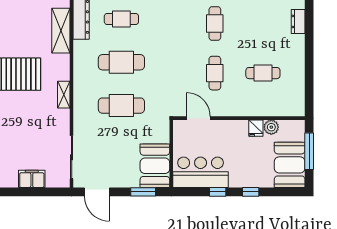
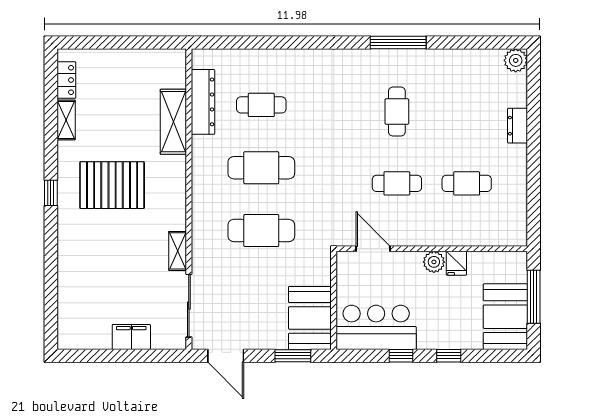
dresser: (298, 21) -> (518, 126), moved
cafe table: (215, 73) -> (397, 183), turned 90
shelving: (64, 95) -> (178, 251), moved
plant: (271, 127) -> (434, 262), moved

